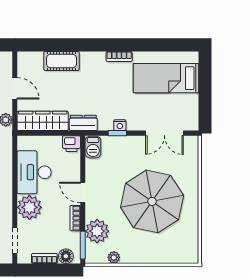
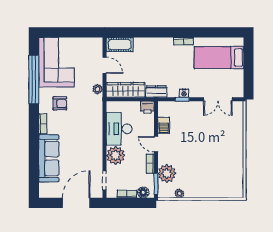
cot: (61, 61) -> (120, 45), moved
barbecue: (93, 147) -> (164, 125), moved
parasol: (152, 201) -> (208, 151), removed

